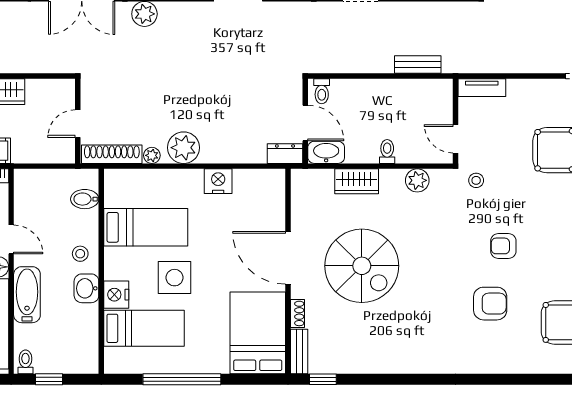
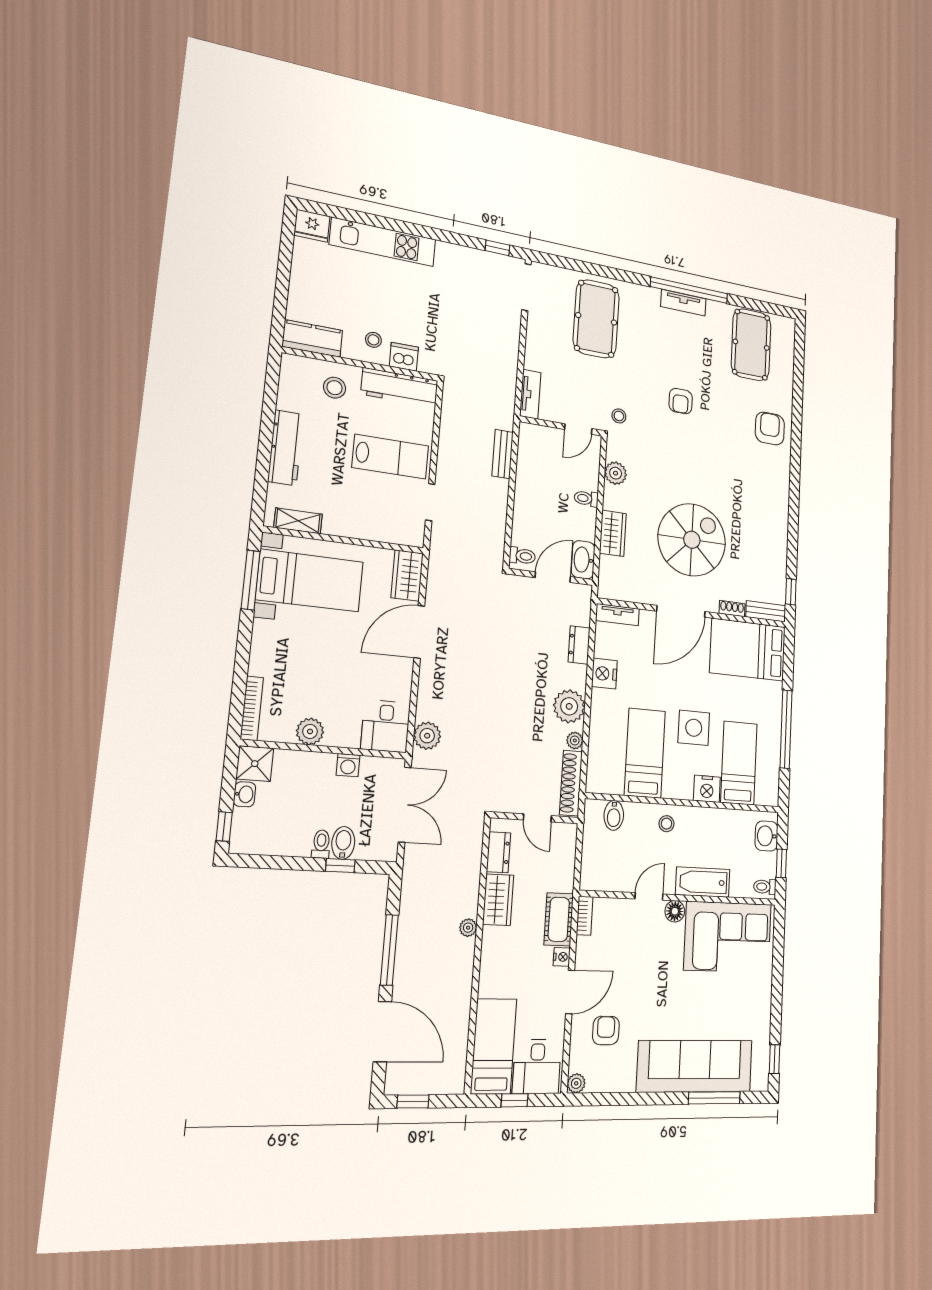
dresser: (44, 89) -> (499, 852), added
dresser: (285, 154) -> (579, 645), moved
tv unit: (277, 191) -> (617, 615), added
washbasin: (86, 288) -> (766, 836), moved, turned 90
armchair: (490, 304) -> (770, 428), moved

